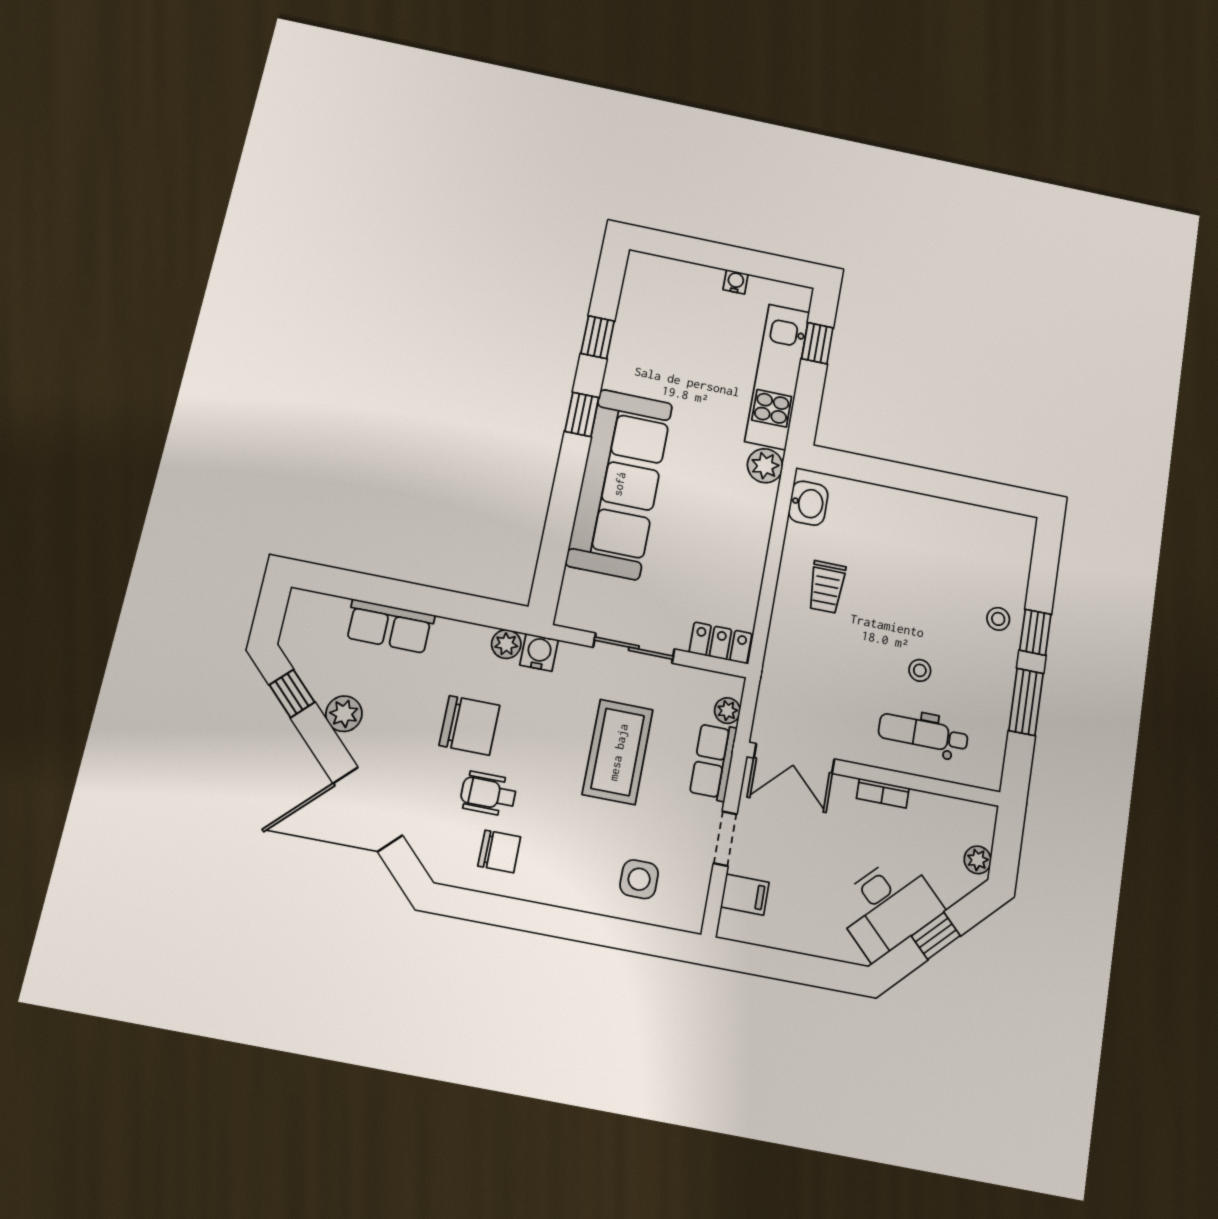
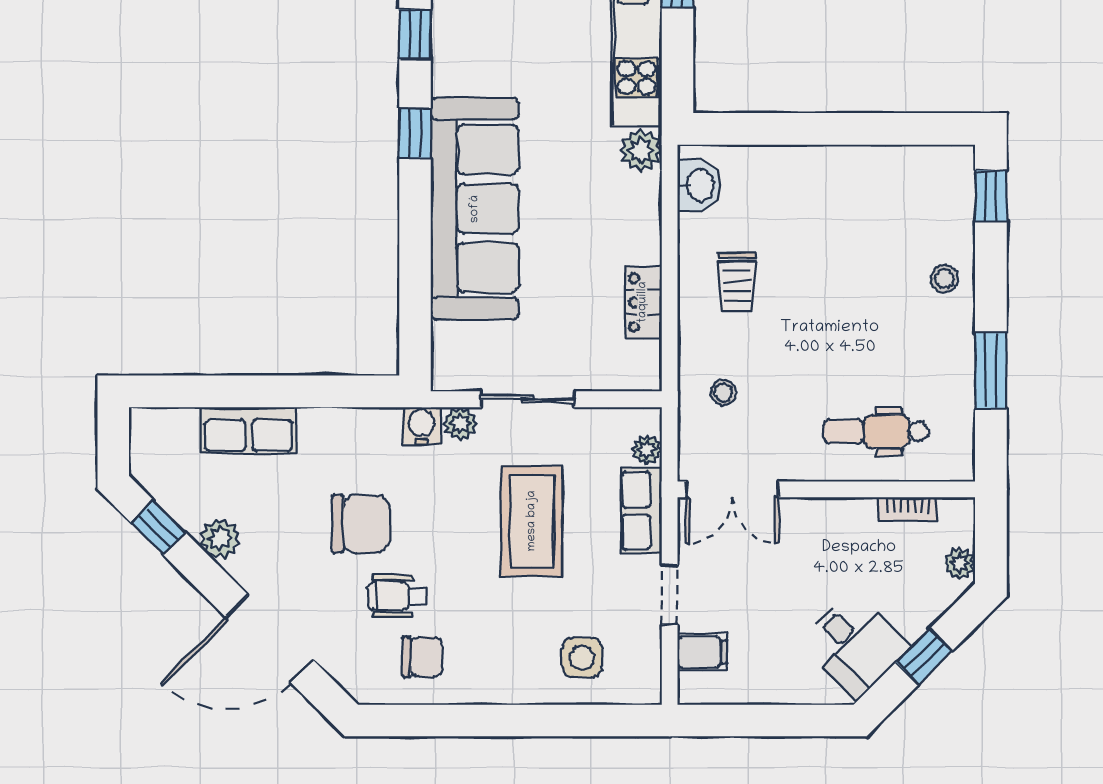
window: (1035, 632) -> (991, 196), moved
locker: (721, 643) -> (643, 302), moved, turned -90
plant: (506, 644) -> (460, 424), moved
stool: (920, 670) -> (723, 393), moved
bookcase: (883, 793) -> (908, 509), moved
desk: (888, 906) -> (855, 645), width x0.73

